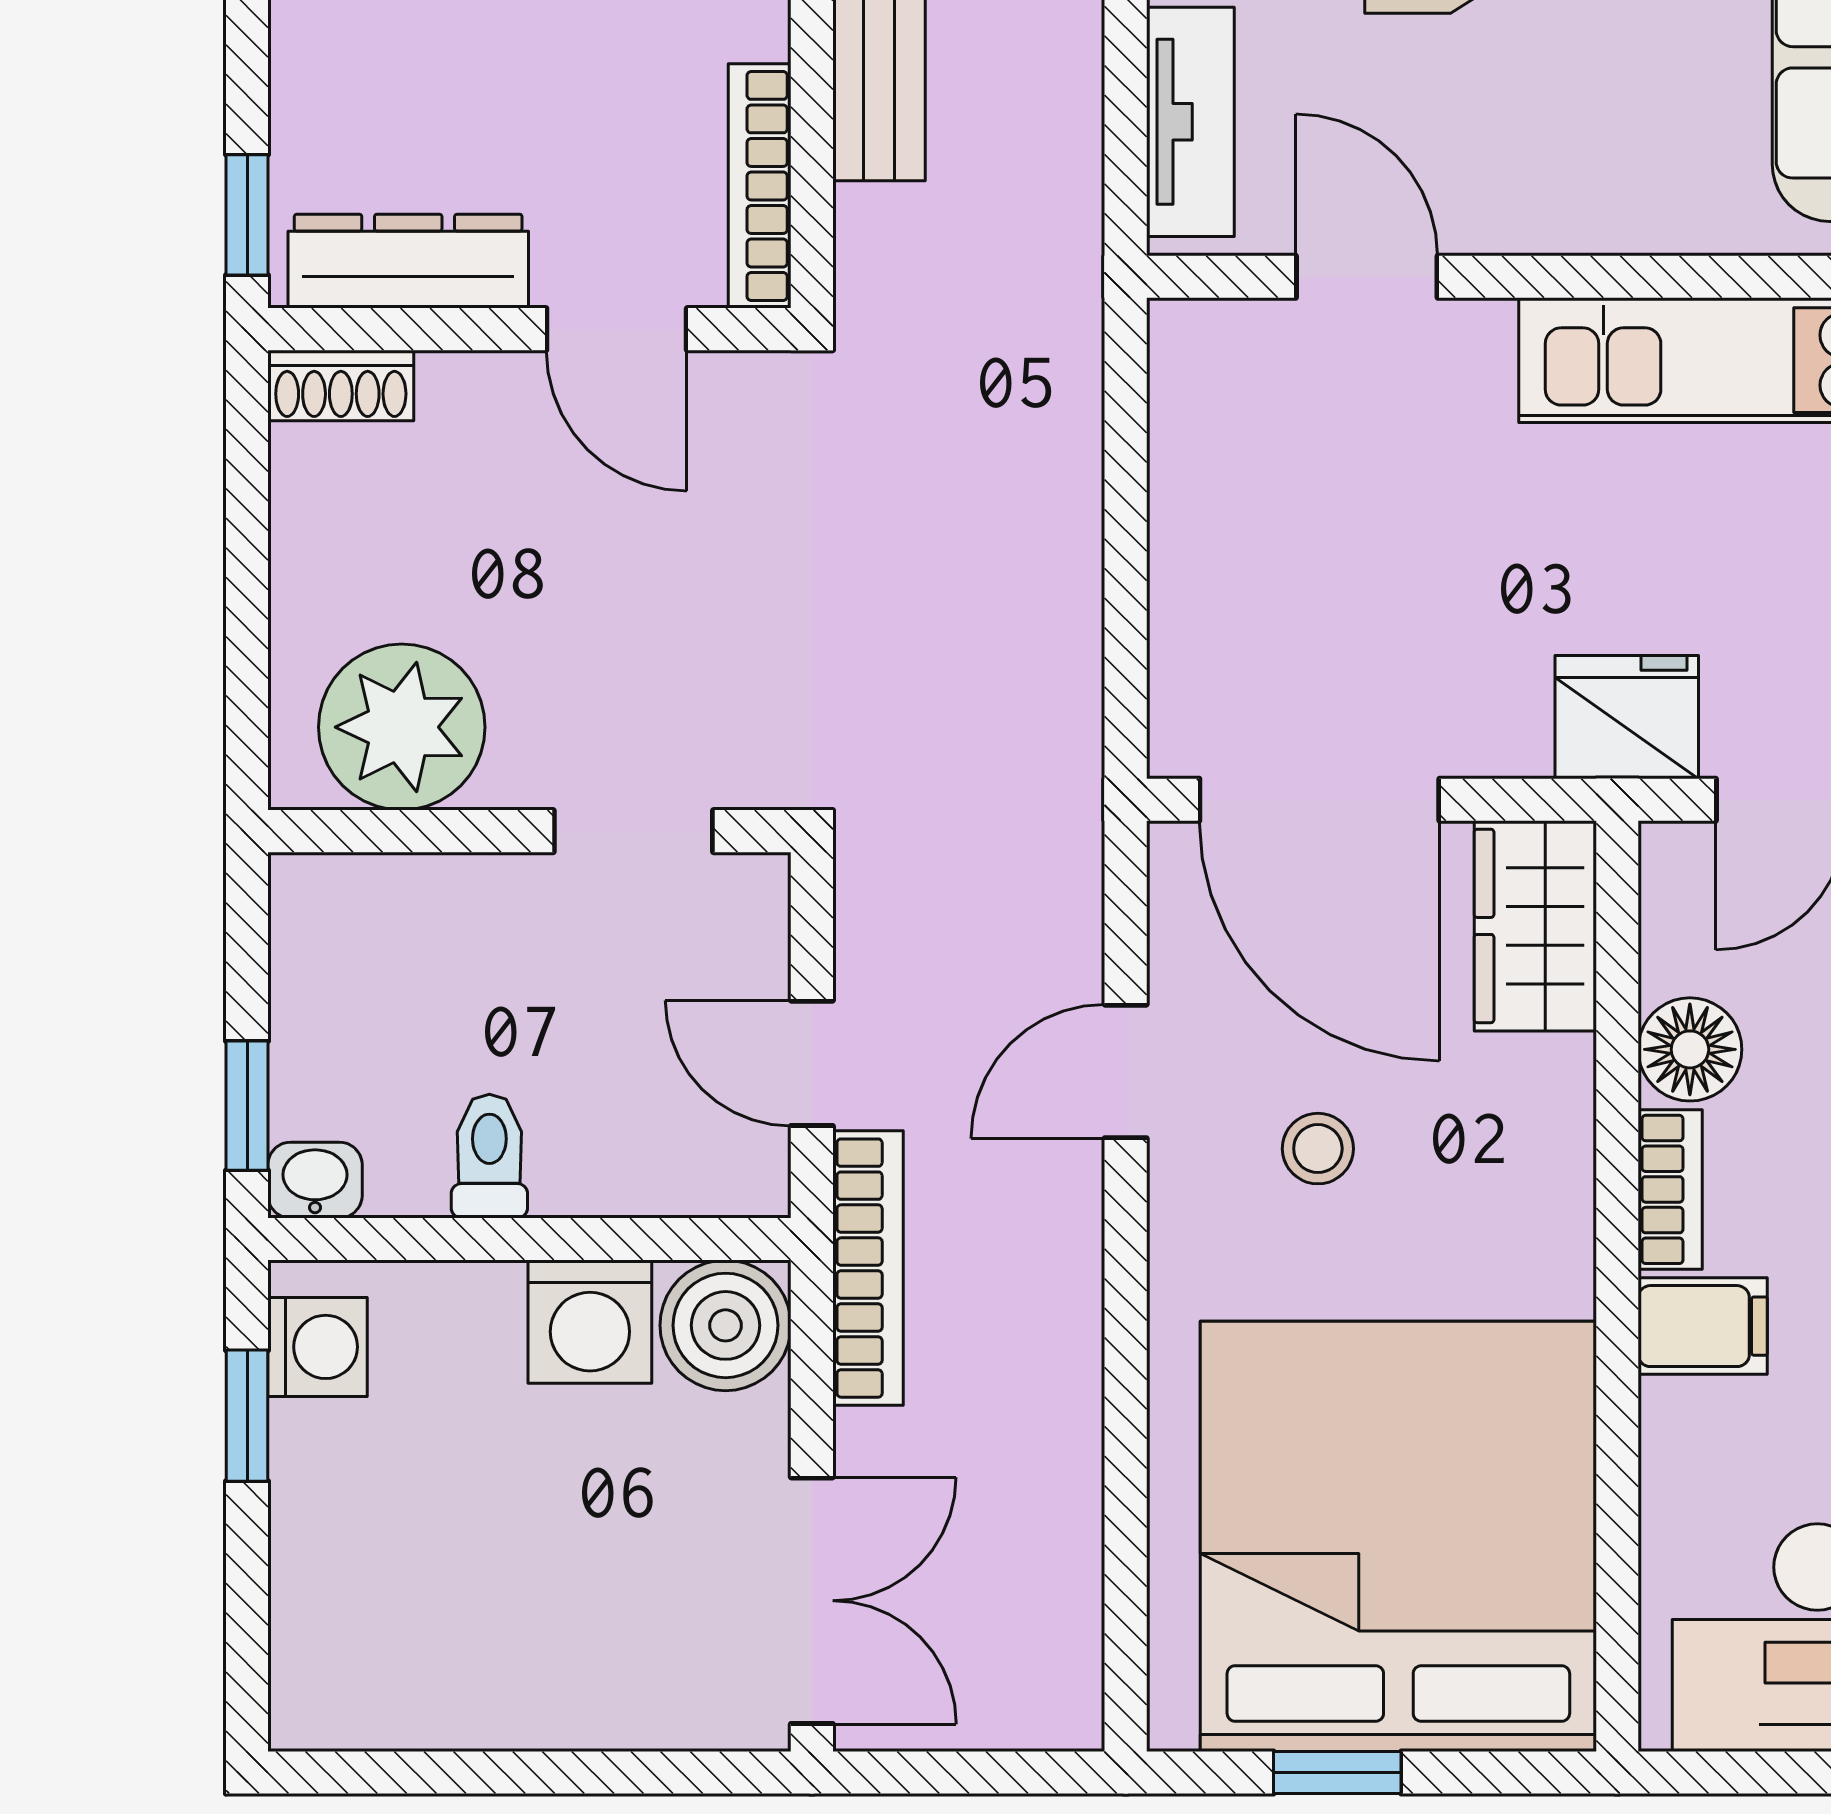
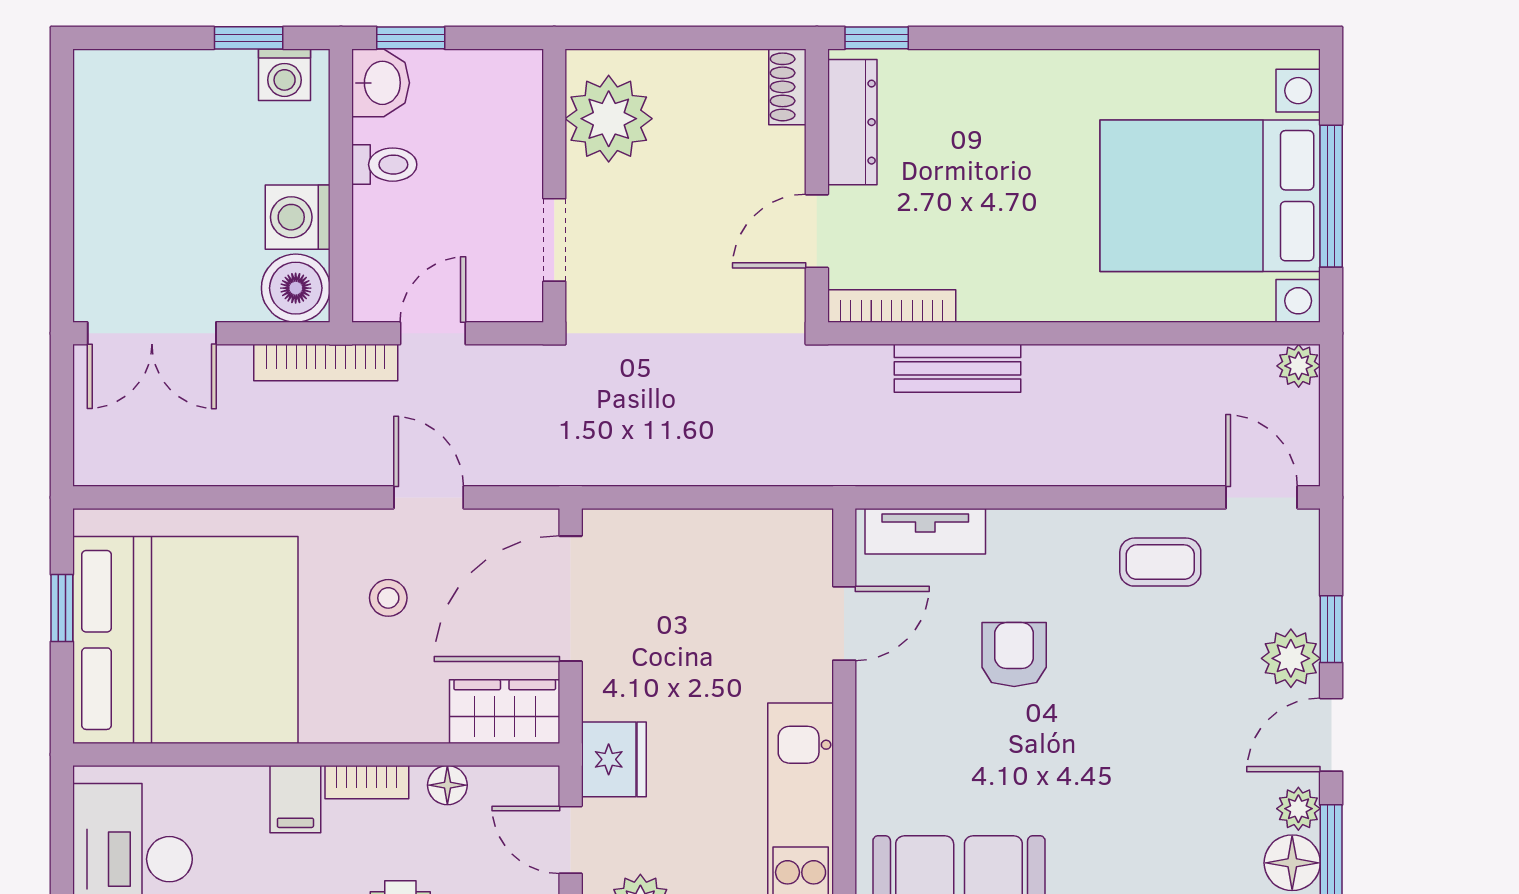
floor lamp: (1690, 1049) -> (447, 785), width x0.73, depth x0.73
washbasin: (315, 1180) -> (381, 83), width x1.38, depth x1.45

